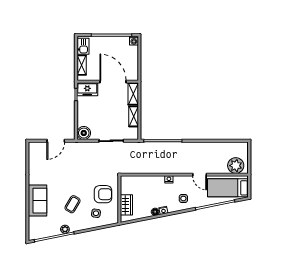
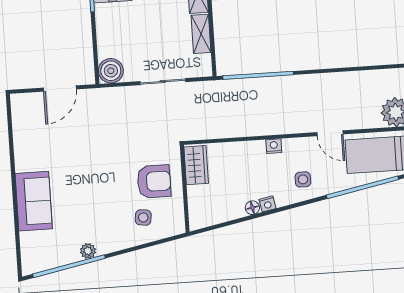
coffee table: (73, 204) -> (99, 204), removed
wardrobe: (126, 205) -> (196, 165), moved

